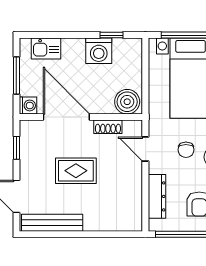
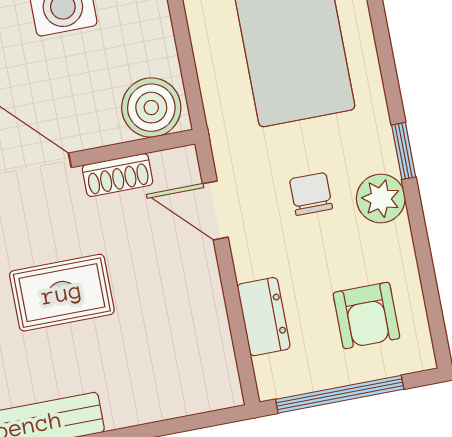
chair: (186, 150) -> (311, 194), turned 180
dresser: (157, 196) -> (264, 317), width x0.70

